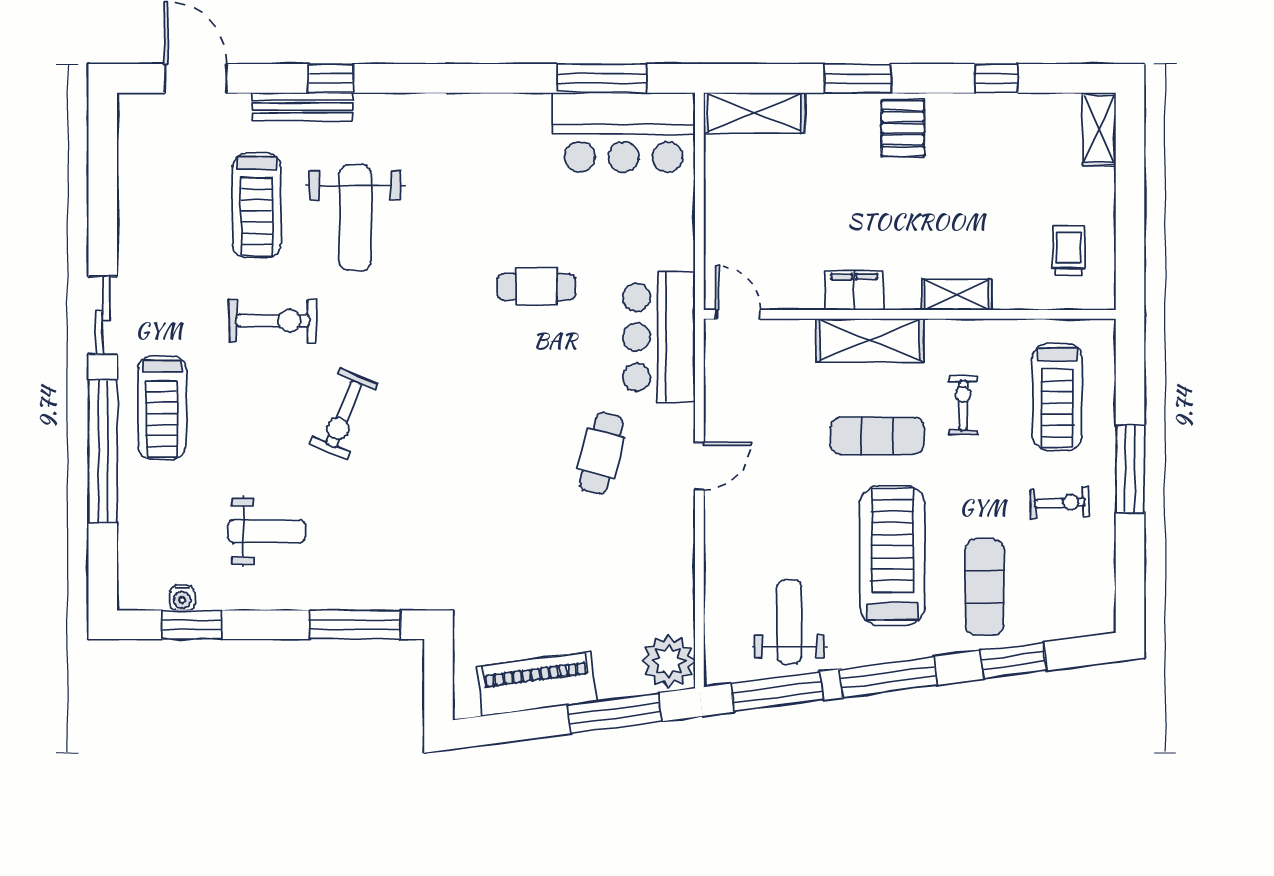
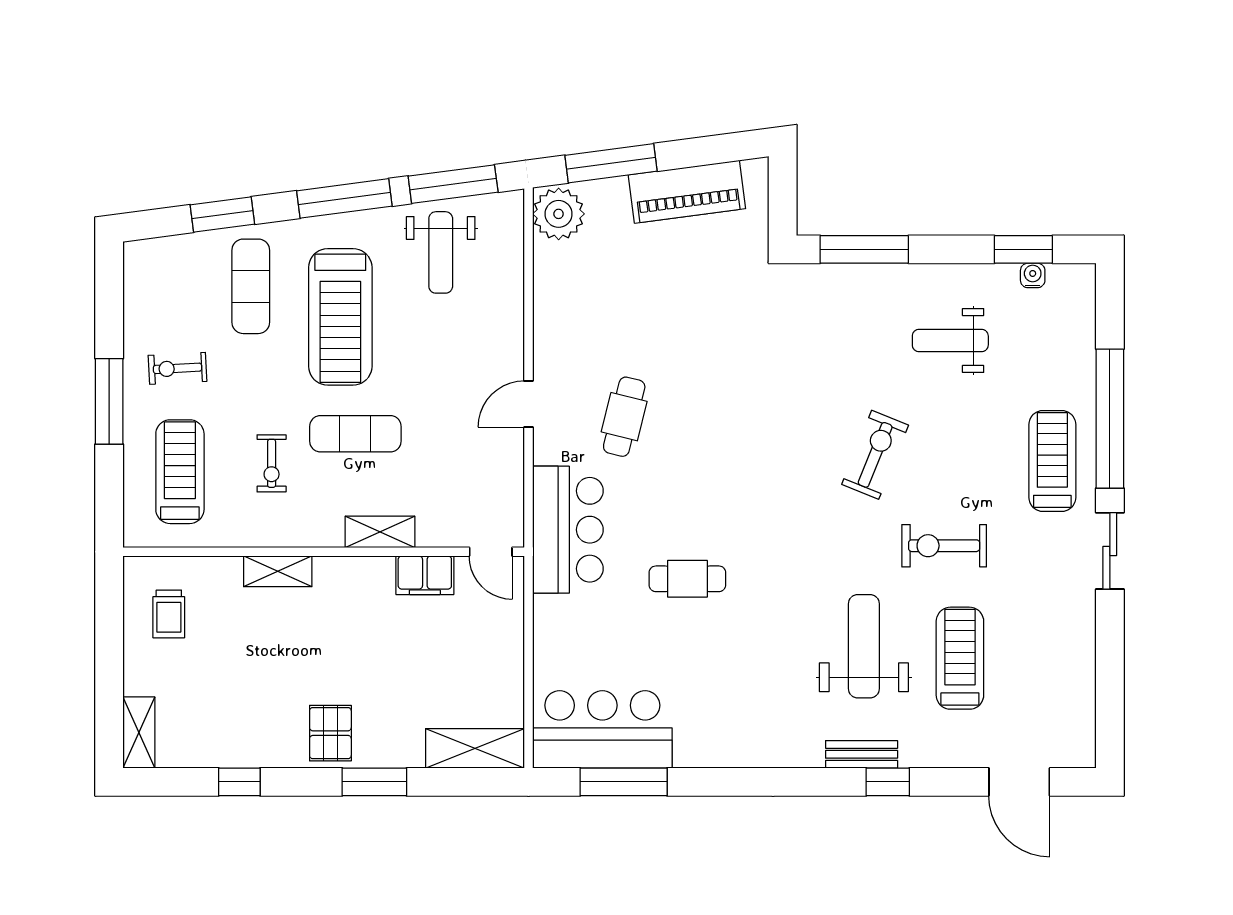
bench: (303, 107) -> (862, 754), moved, width x0.73
filing cabinet: (854, 290) -> (425, 575), moved
shelving: (870, 340) -> (380, 532), width x0.67, depth x0.75

